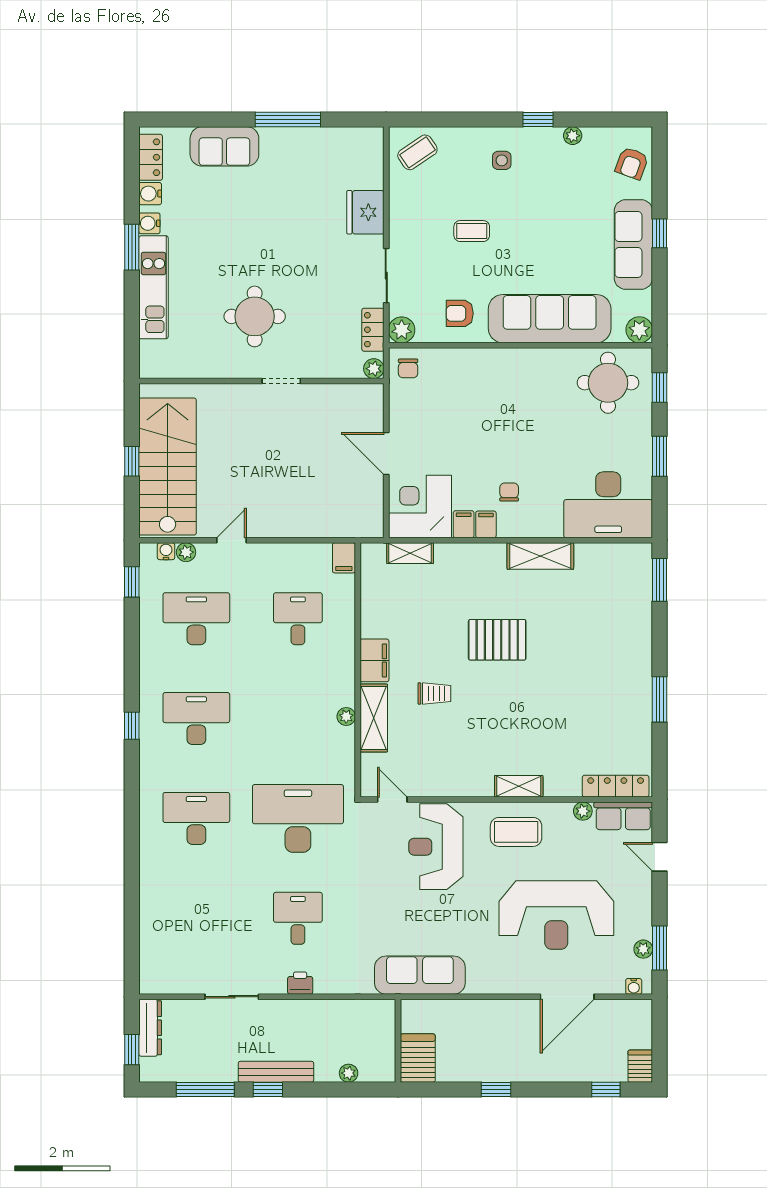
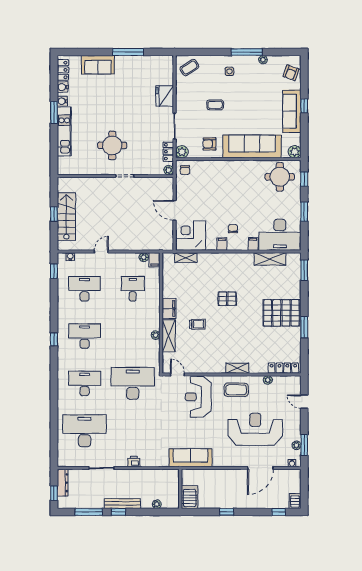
window: (538, 120) -> (247, 52), width x2.17
stairs: (168, 467) -> (66, 217), width x0.73, depth x0.66
filing cabinet: (464, 524) -> (253, 244), moved
plant: (186, 552) -> (144, 257), moved
shelving: (540, 556) -> (270, 259), moved
pallet: (497, 640) -> (227, 299), width x0.67, depth x0.71
pallet: (611, 670) -> (281, 313), added
row of seats: (623, 816) -> (287, 382), removed
reception desk: (556, 915) -> (255, 429), turned 180
desk: (298, 918) -> (85, 431), moved, width x1.87, depth x1.30

